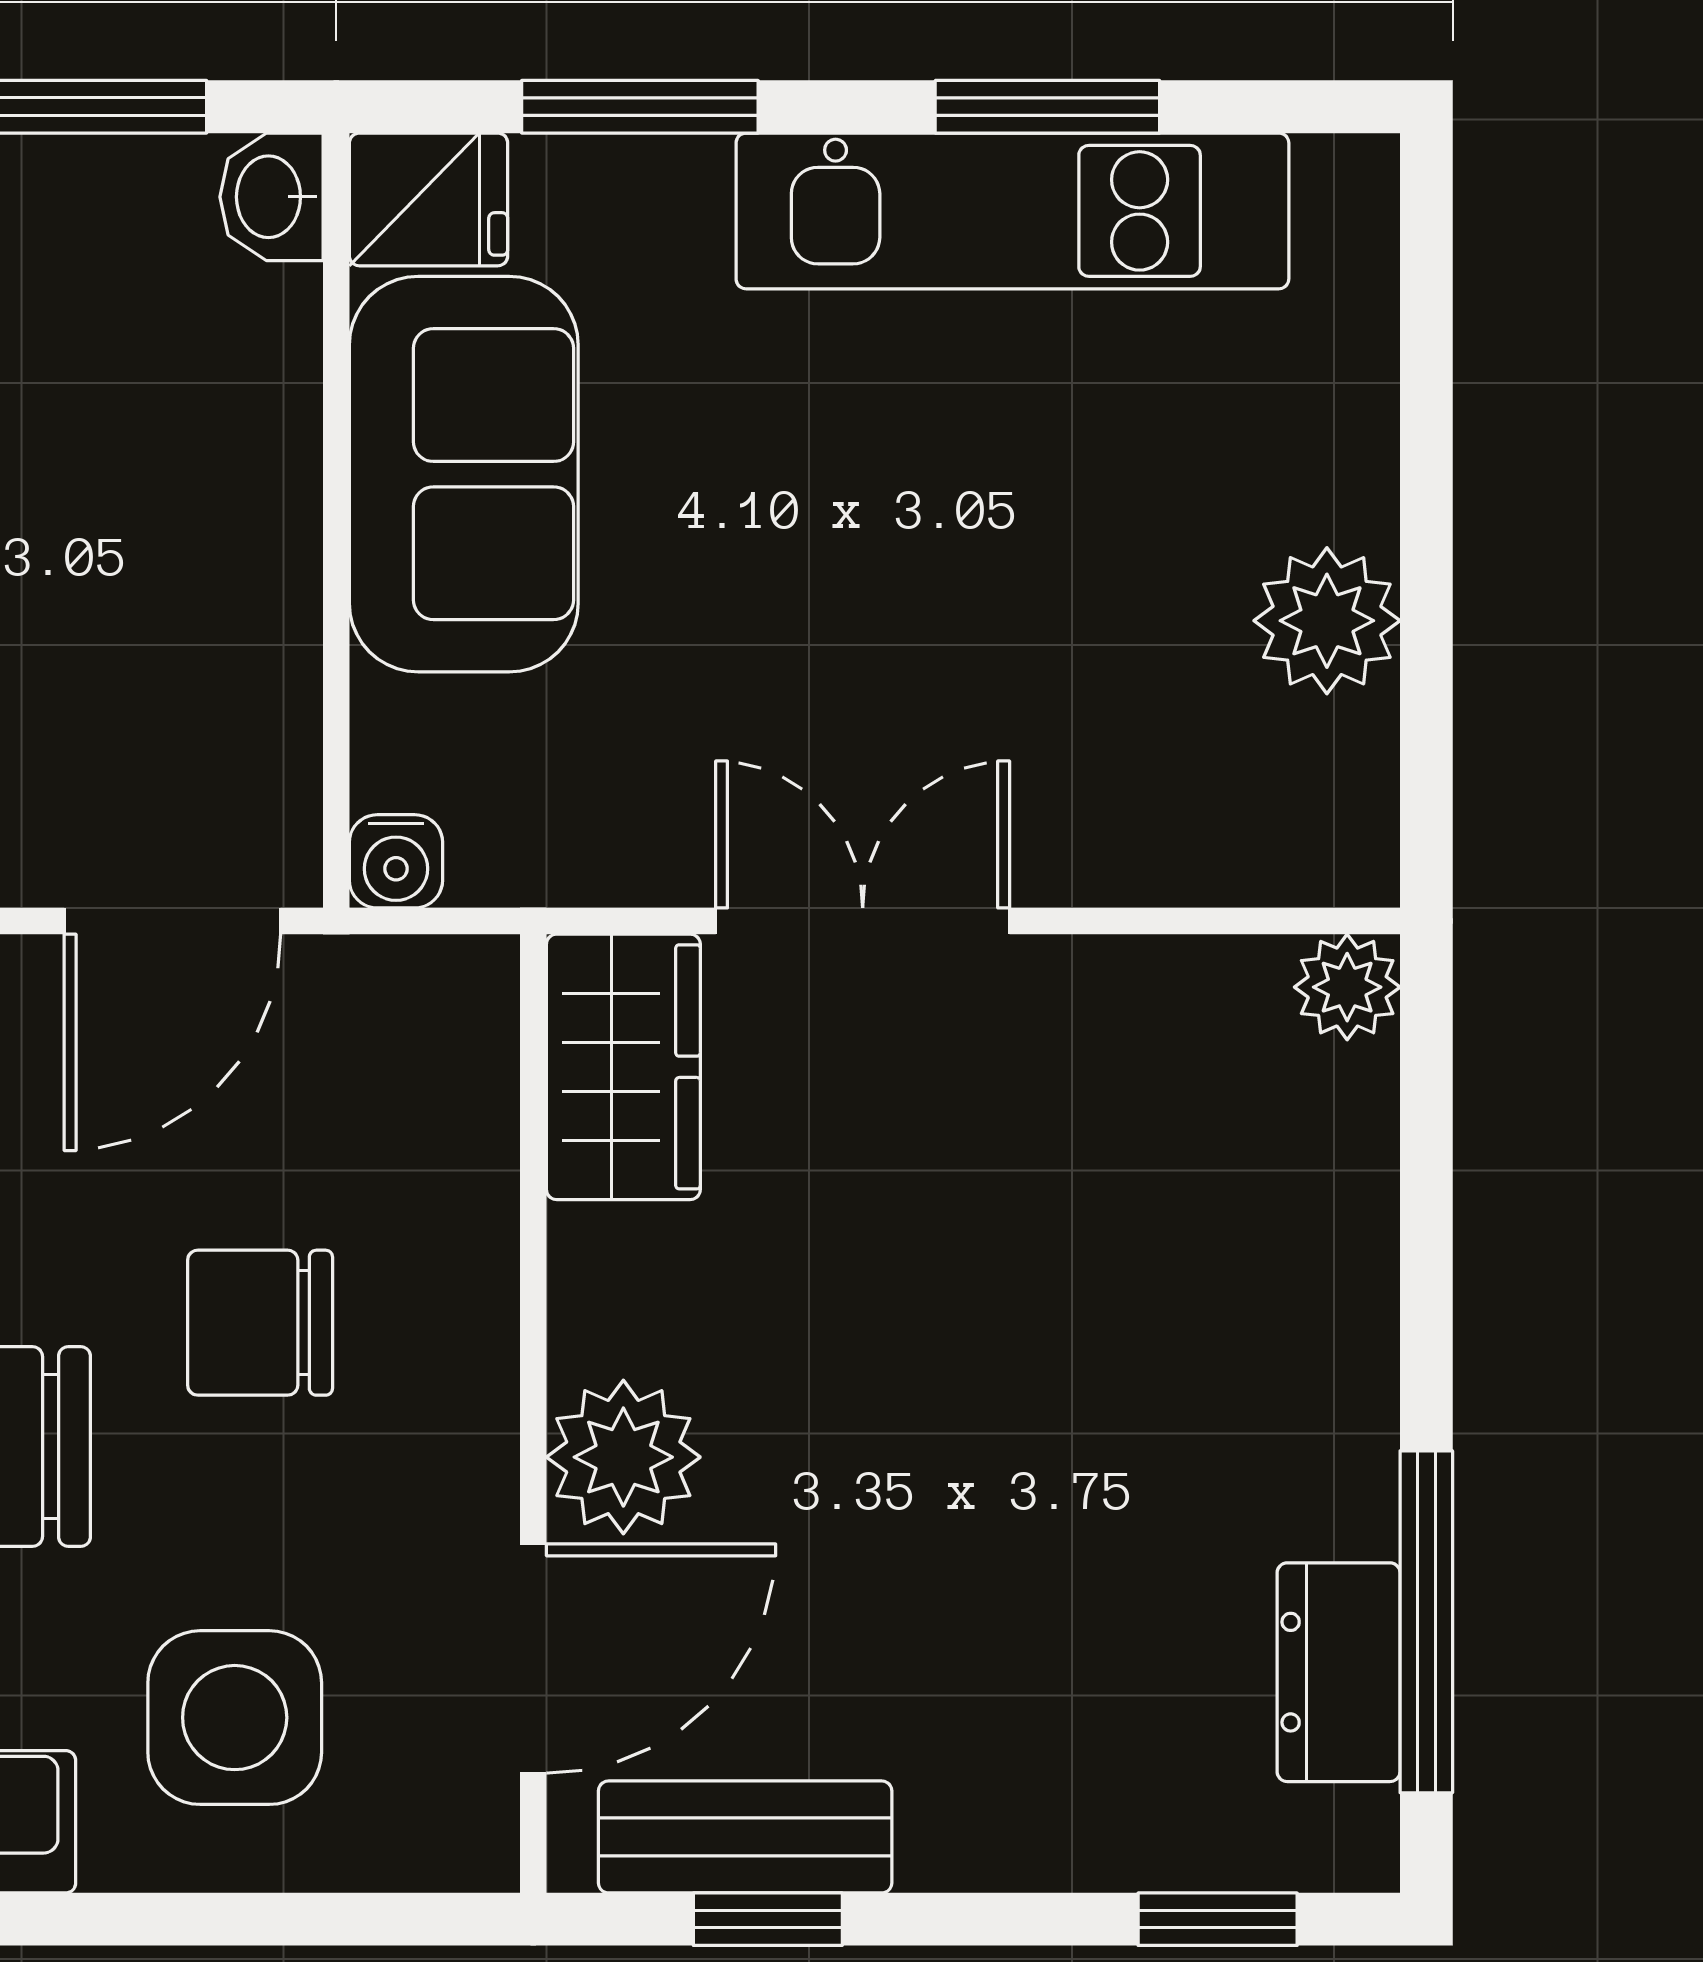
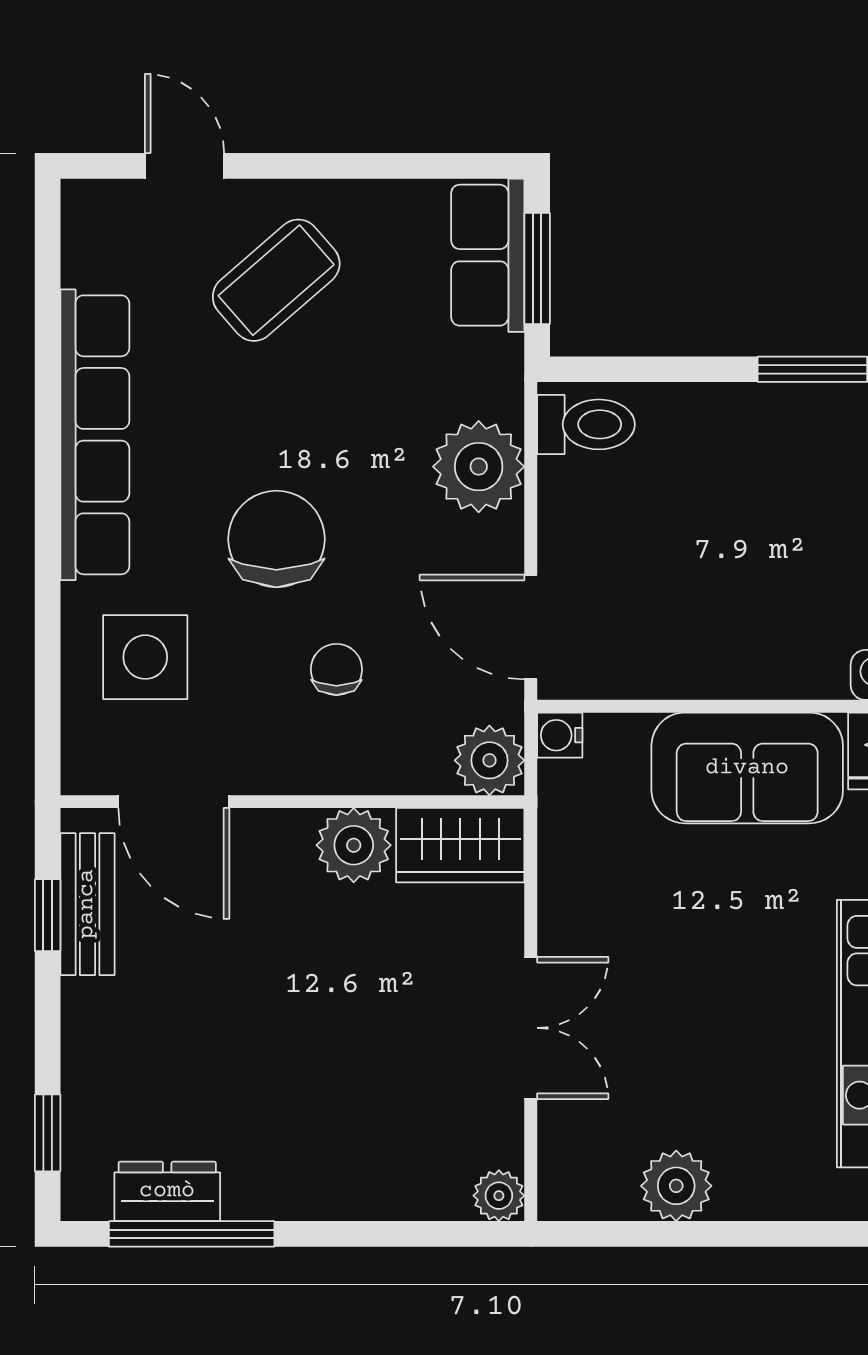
double door: (863, 921) -> (531, 1028), moved
plant: (448, 1006) -> (489, 760), added
chair: (260, 1323) -> (336, 669), width x0.73, depth x0.73
plant: (623, 1457) -> (354, 845), moved

